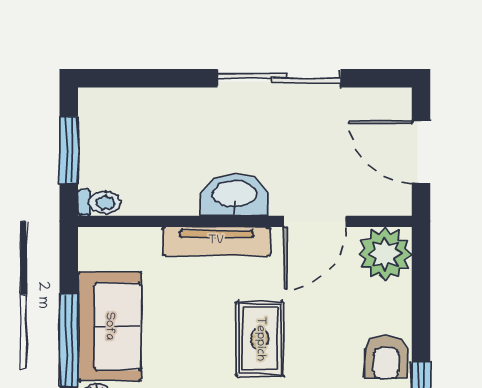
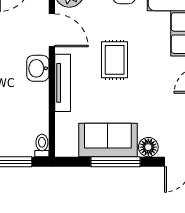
washbasin: (234, 195) -> (38, 68), width x0.72
rug: (260, 339) -> (115, 60), turned 90

